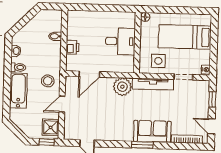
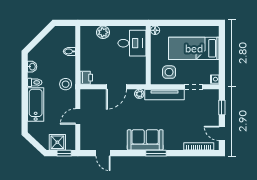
plant: (91, 17) -> (103, 32), added
desk: (120, 41) -> (132, 43), moved
printer: (73, 47) -> (86, 78), moved
door: (89, 74) -> (116, 87), moved
stool: (48, 81) -> (66, 84), moved
plant: (122, 87) -> (139, 94), width x0.53, depth x0.53
shower: (51, 127) -> (57, 142), moved
sofa: (152, 131) -> (145, 140), moved

